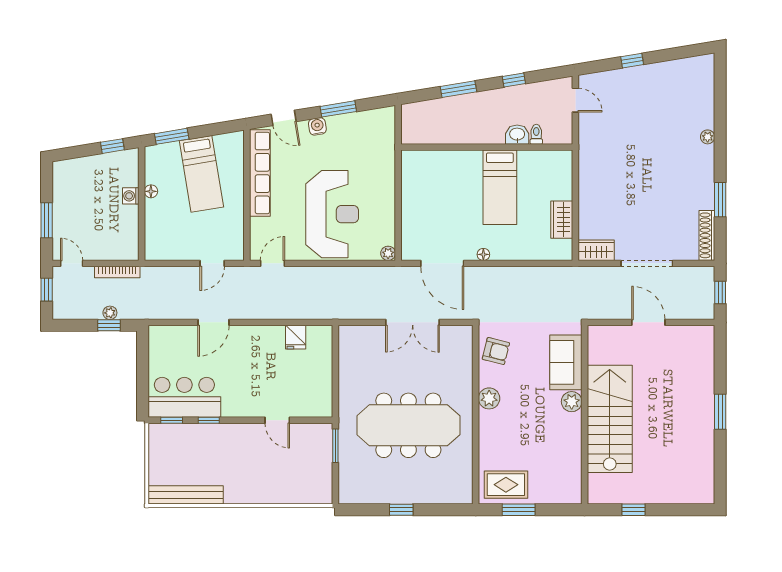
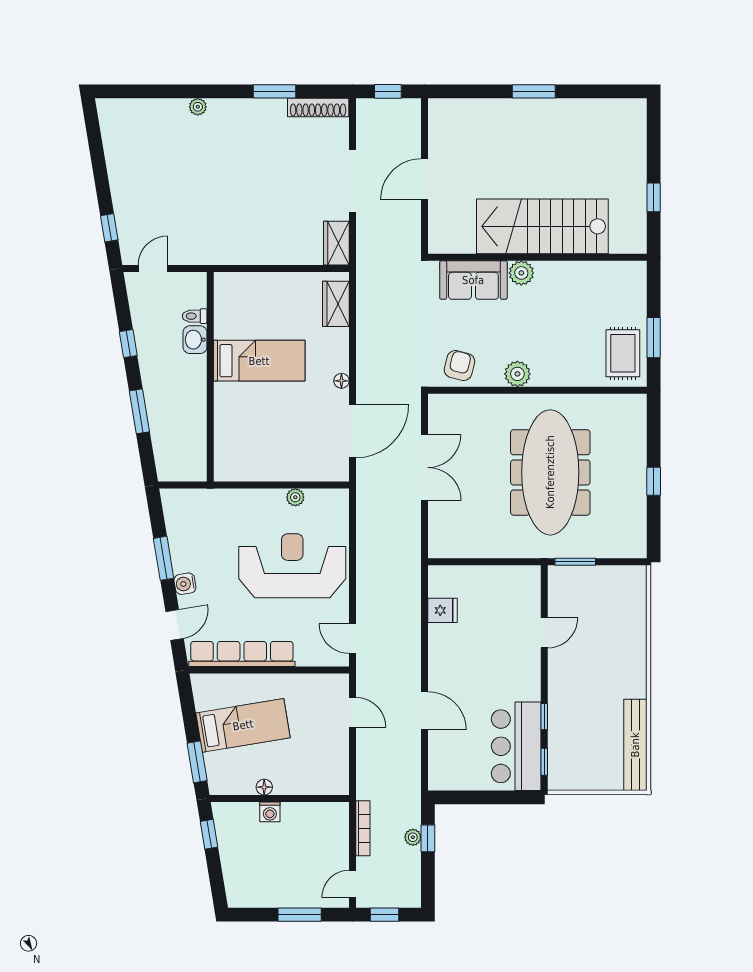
window: (632, 61) -> (109, 228), moved
wardrobe: (562, 220) -> (336, 304), moved, turned 90
plant: (388, 253) -> (295, 497), moved

